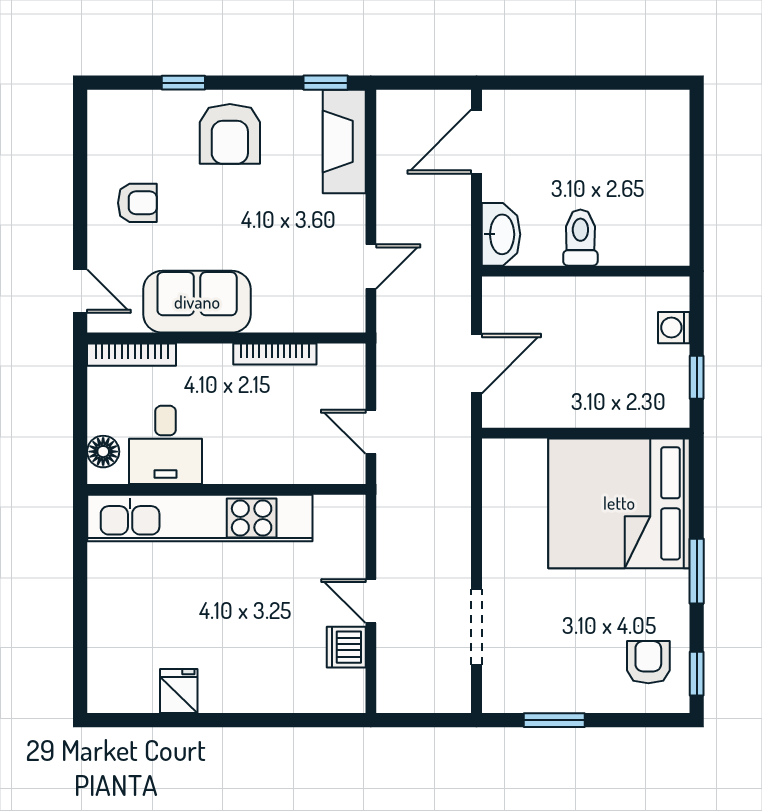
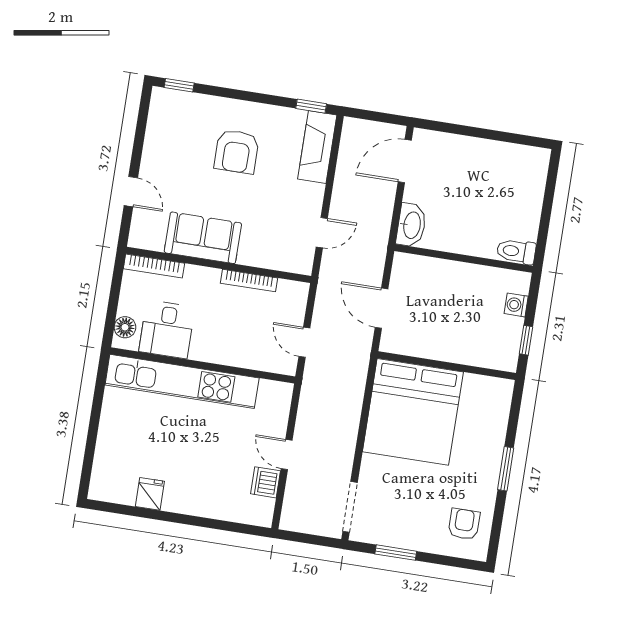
window: (183, 83) -> (179, 85), moved
armchair: (230, 134) -> (237, 152), moved
armchair: (137, 203) -> (174, 166), removed
toilet: (580, 238) -> (516, 251), moved, turned -90
door: (80, 291) -> (131, 192), moved
door: (476, 364) -> (382, 308), swing flipped
bed: (619, 503) -> (413, 412), moved, turned -90
doorway: (476, 627) -> (350, 507), moved
window: (697, 674) -> (495, 537), removed

